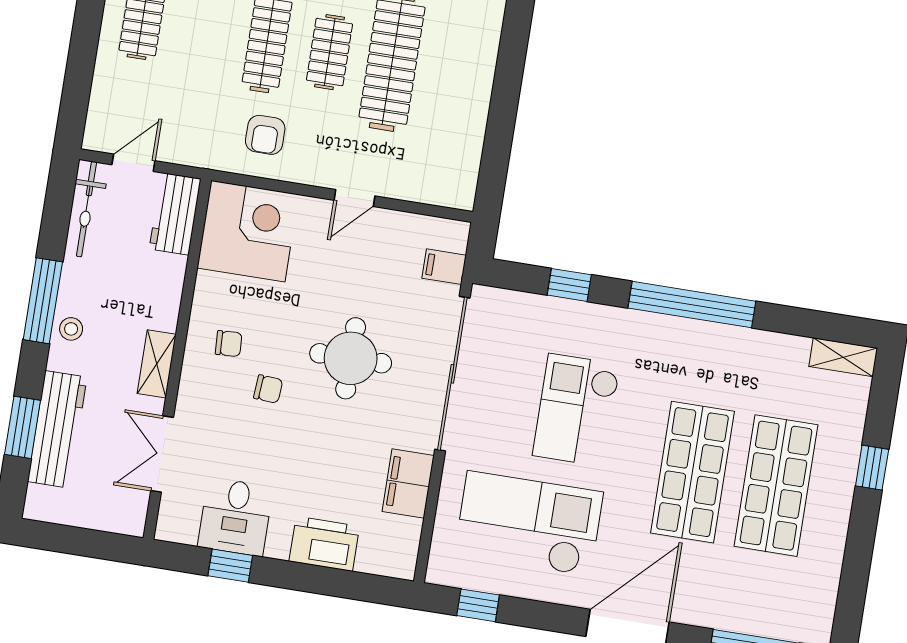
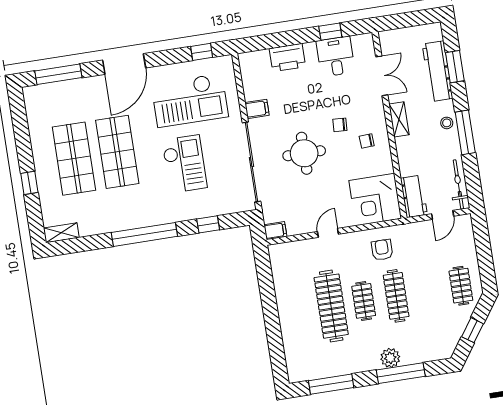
filing cabinet: (444, 267) -> (275, 231), moved
filing cabinet: (408, 483) -> (257, 109), width x0.50

